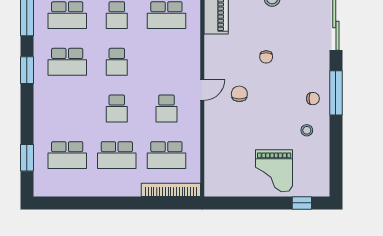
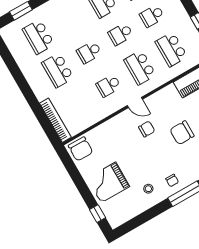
chair: (266, 57) -> (182, 133), width x1.87, depth x1.87
school desk: (166, 155) -> (140, 67), moved
chair: (219, 180) -> (81, 149), added

